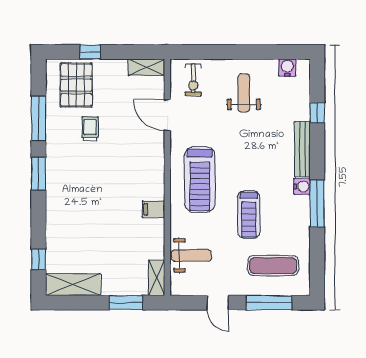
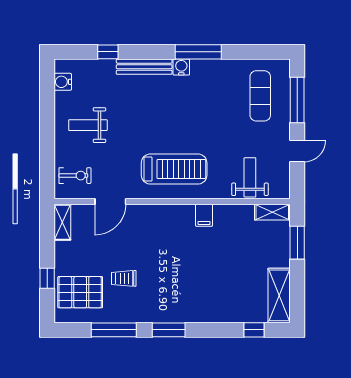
treadmill: (249, 215) -> (209, 120), removed

